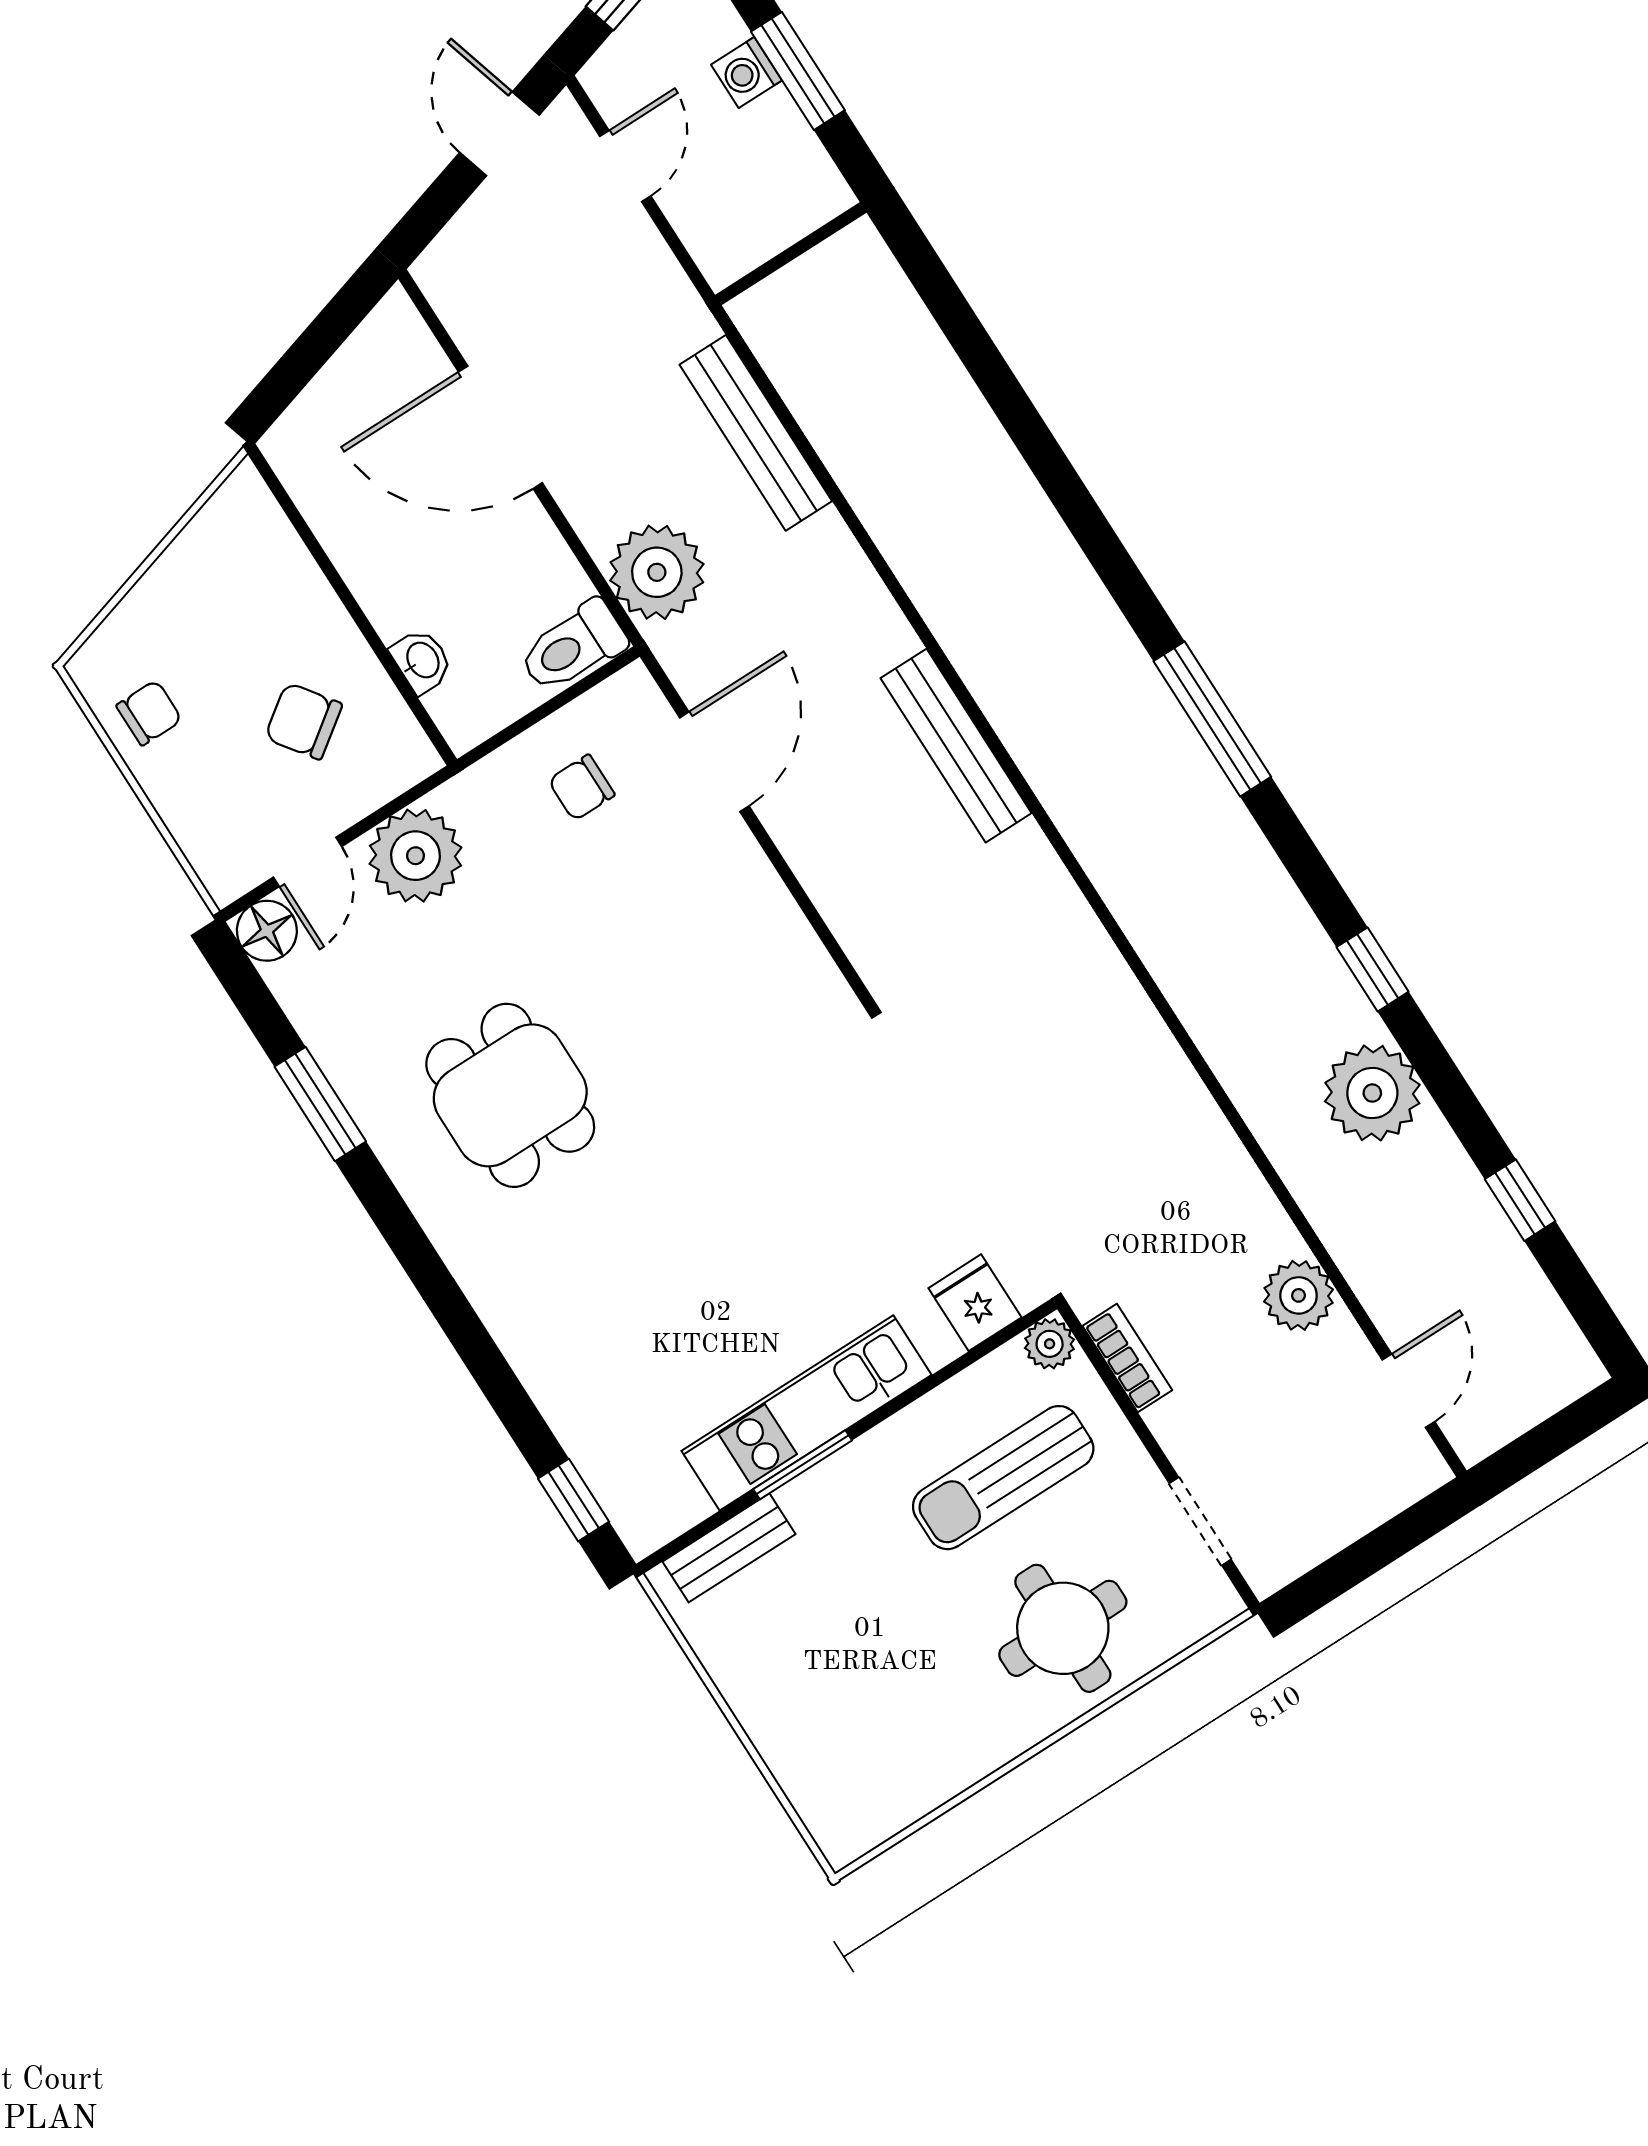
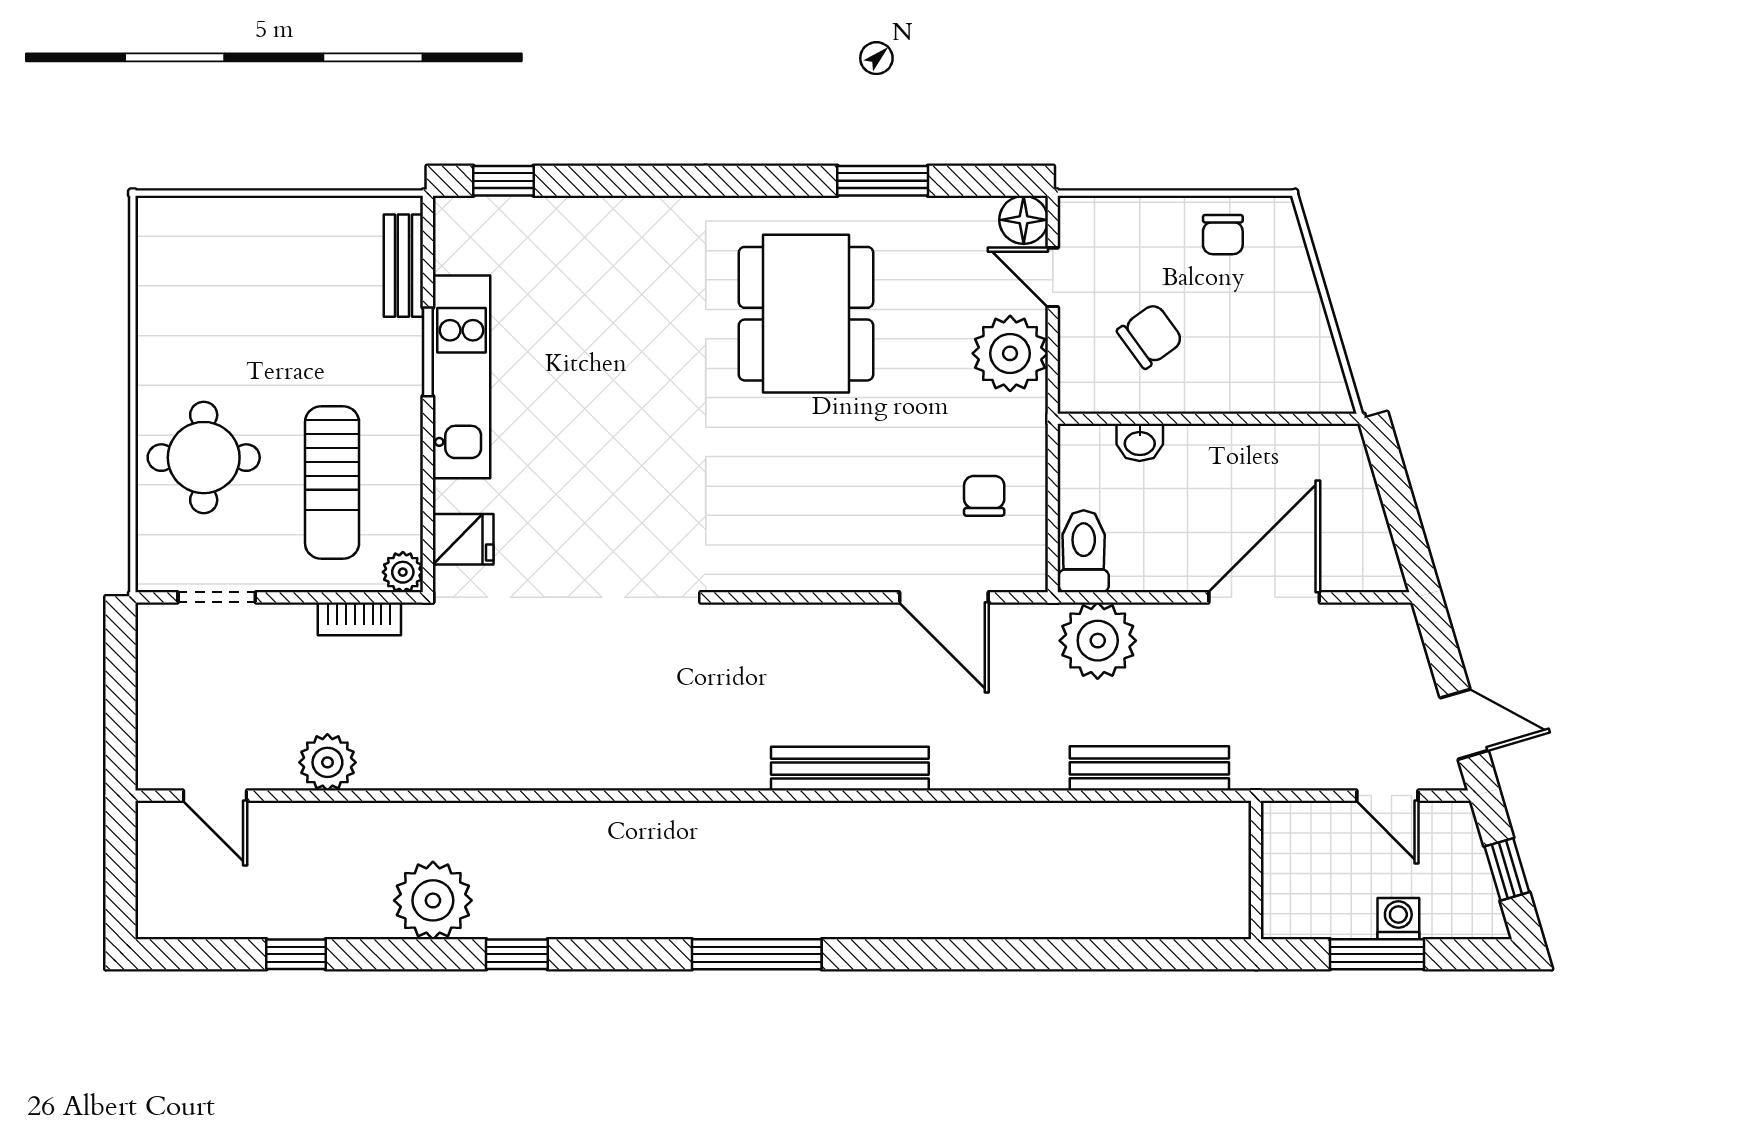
dining table: (510, 1095) -> (806, 314), width x1.38
sun lounger: (1003, 1478) -> (332, 483), turned 180

